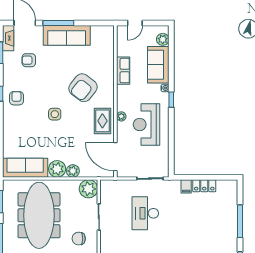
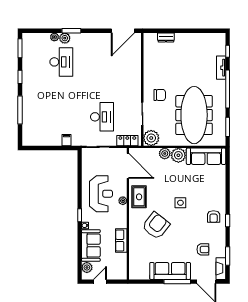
door: (135, 23) -> (100, 282), moved
locker: (204, 186) -> (127, 141), moved

